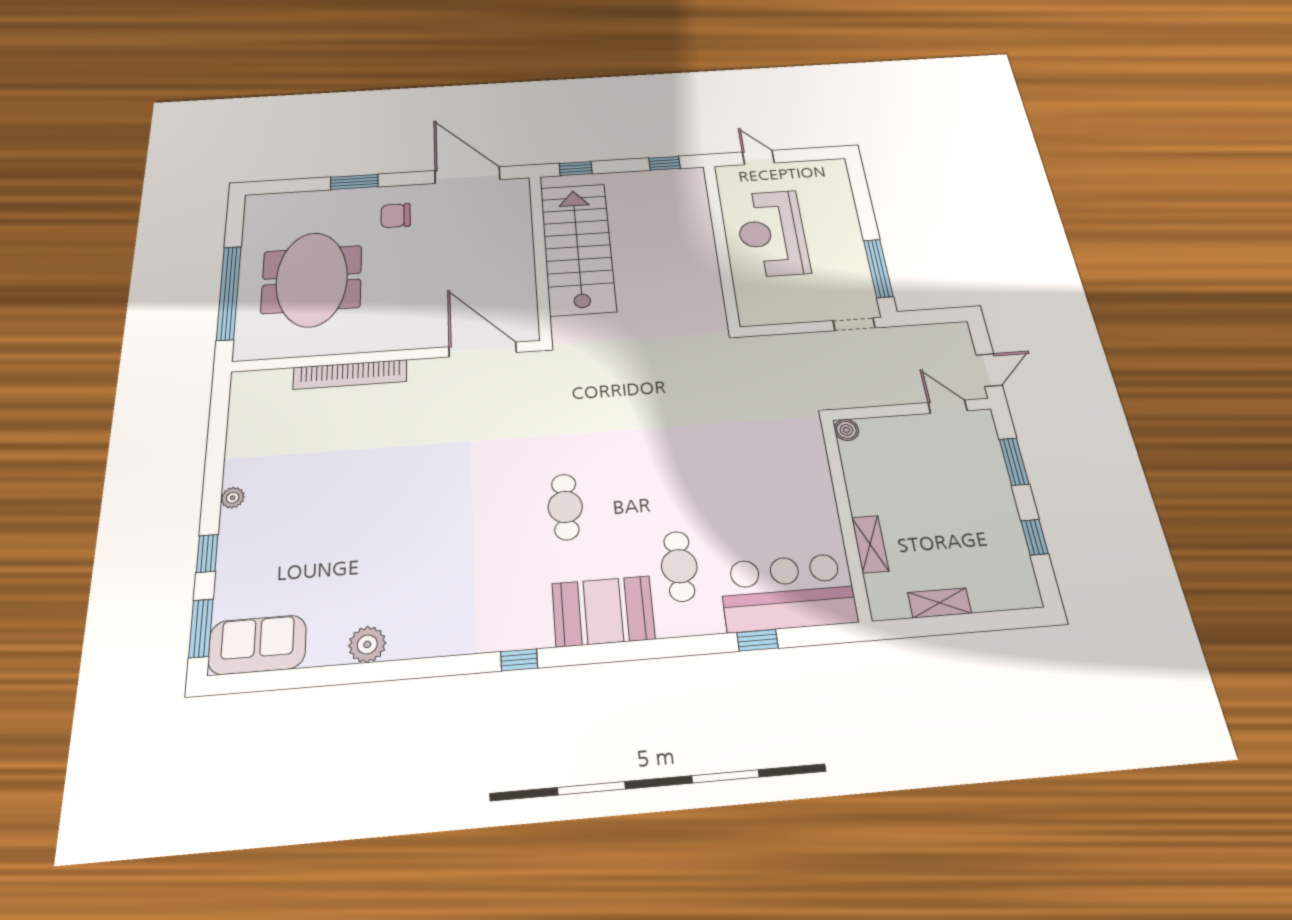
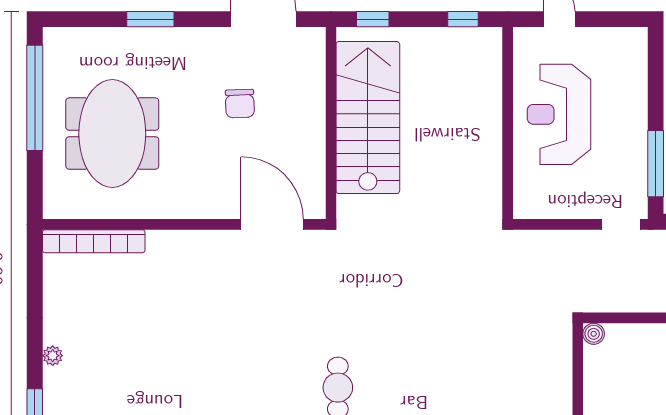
chair: (396, 216) -> (240, 104), moved, turned -92
window: (229, 293) -> (35, 98), moved
bookcase: (350, 374) -> (94, 241), moved

